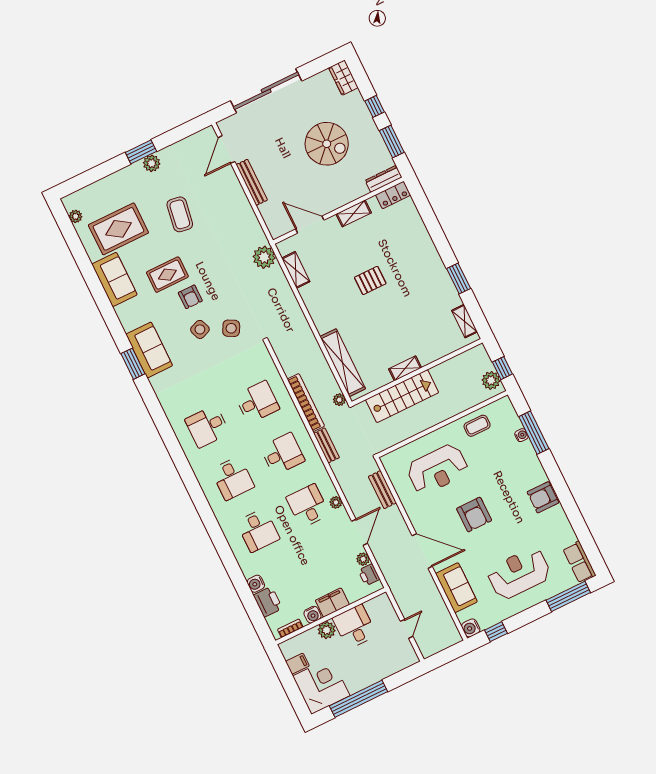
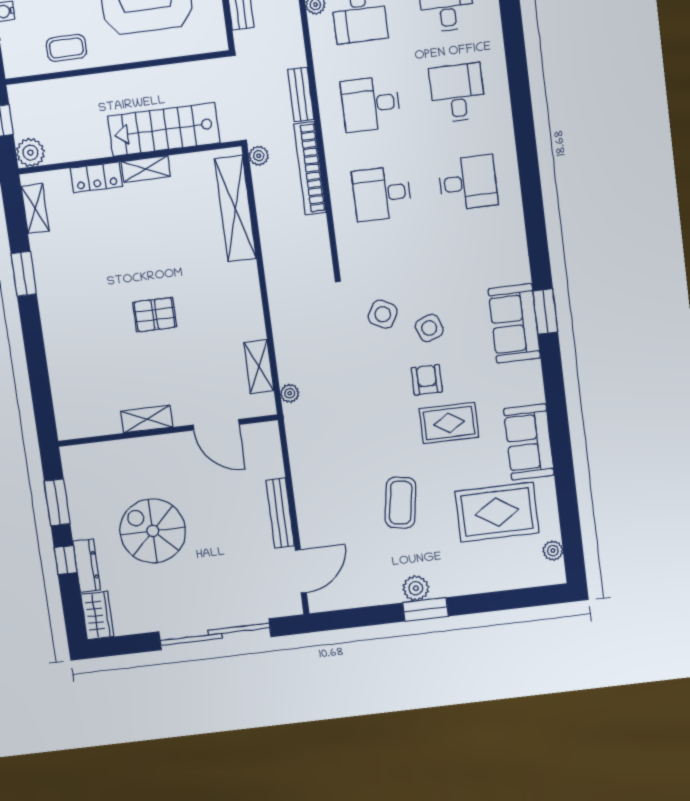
dresser: (383, 179) -> (87, 566), moved, turned -90
locker: (393, 195) -> (96, 177), moved, turned 180
plant: (264, 257) -> (290, 393), width x0.53, depth x0.53
plant: (491, 380) -> (30, 153), moved

